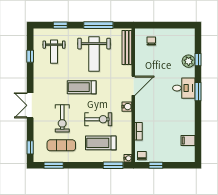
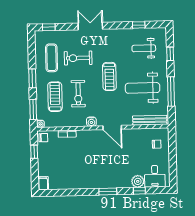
treadmill: (82, 87) -> (109, 76), turned 180
desk: (184, 88) -> (155, 176), moved
filing cabinet: (188, 140) -> (43, 183), moved
window: (54, 165) -> (32, 78), moved

